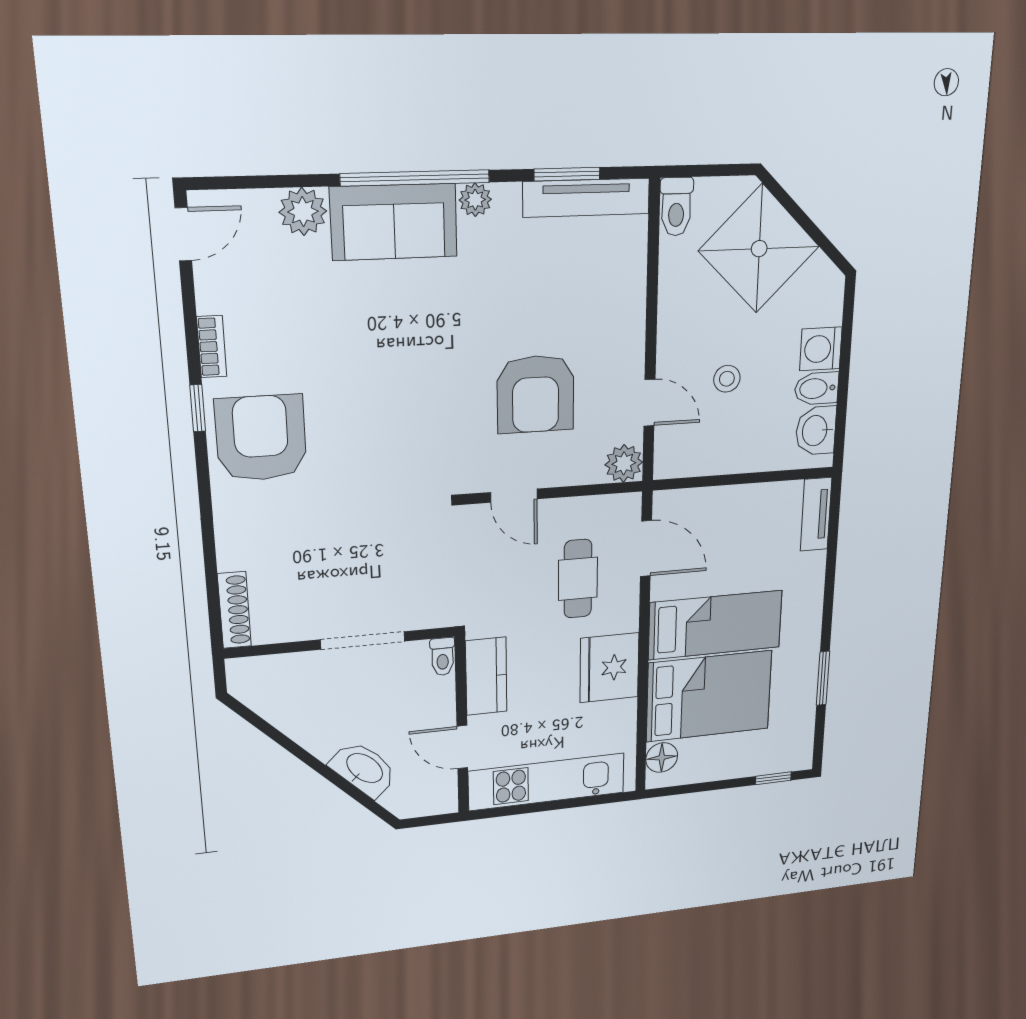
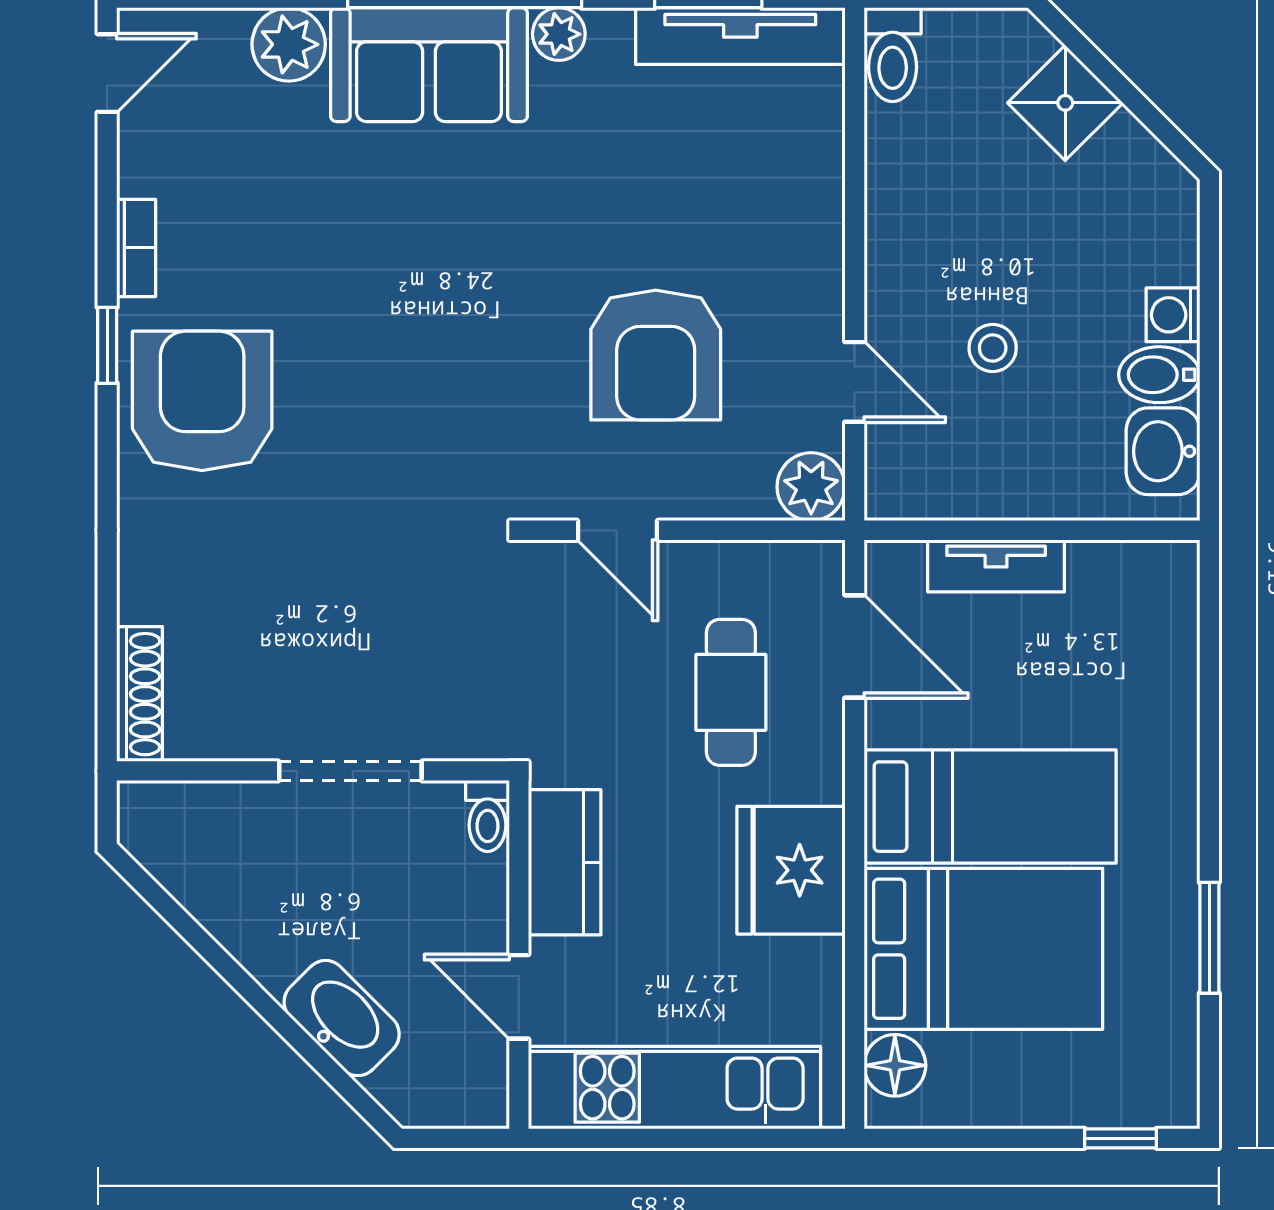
shower: (759, 249) -> (1065, 103), width x0.54, depth x0.54
washing machine: (821, 349) -> (1173, 315), width x0.73, depth x0.73
tv unit: (816, 514) -> (996, 566), moved, turned -90

